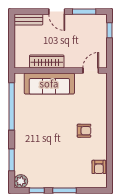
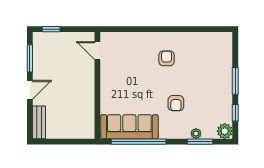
wardrobe: (47, 61) -> (87, 101), removed
sofa: (49, 83) -> (129, 127), moved, turned -90
plant: (19, 156) -> (196, 134), added
armchair: (99, 167) -> (176, 103), moved, turned 90

